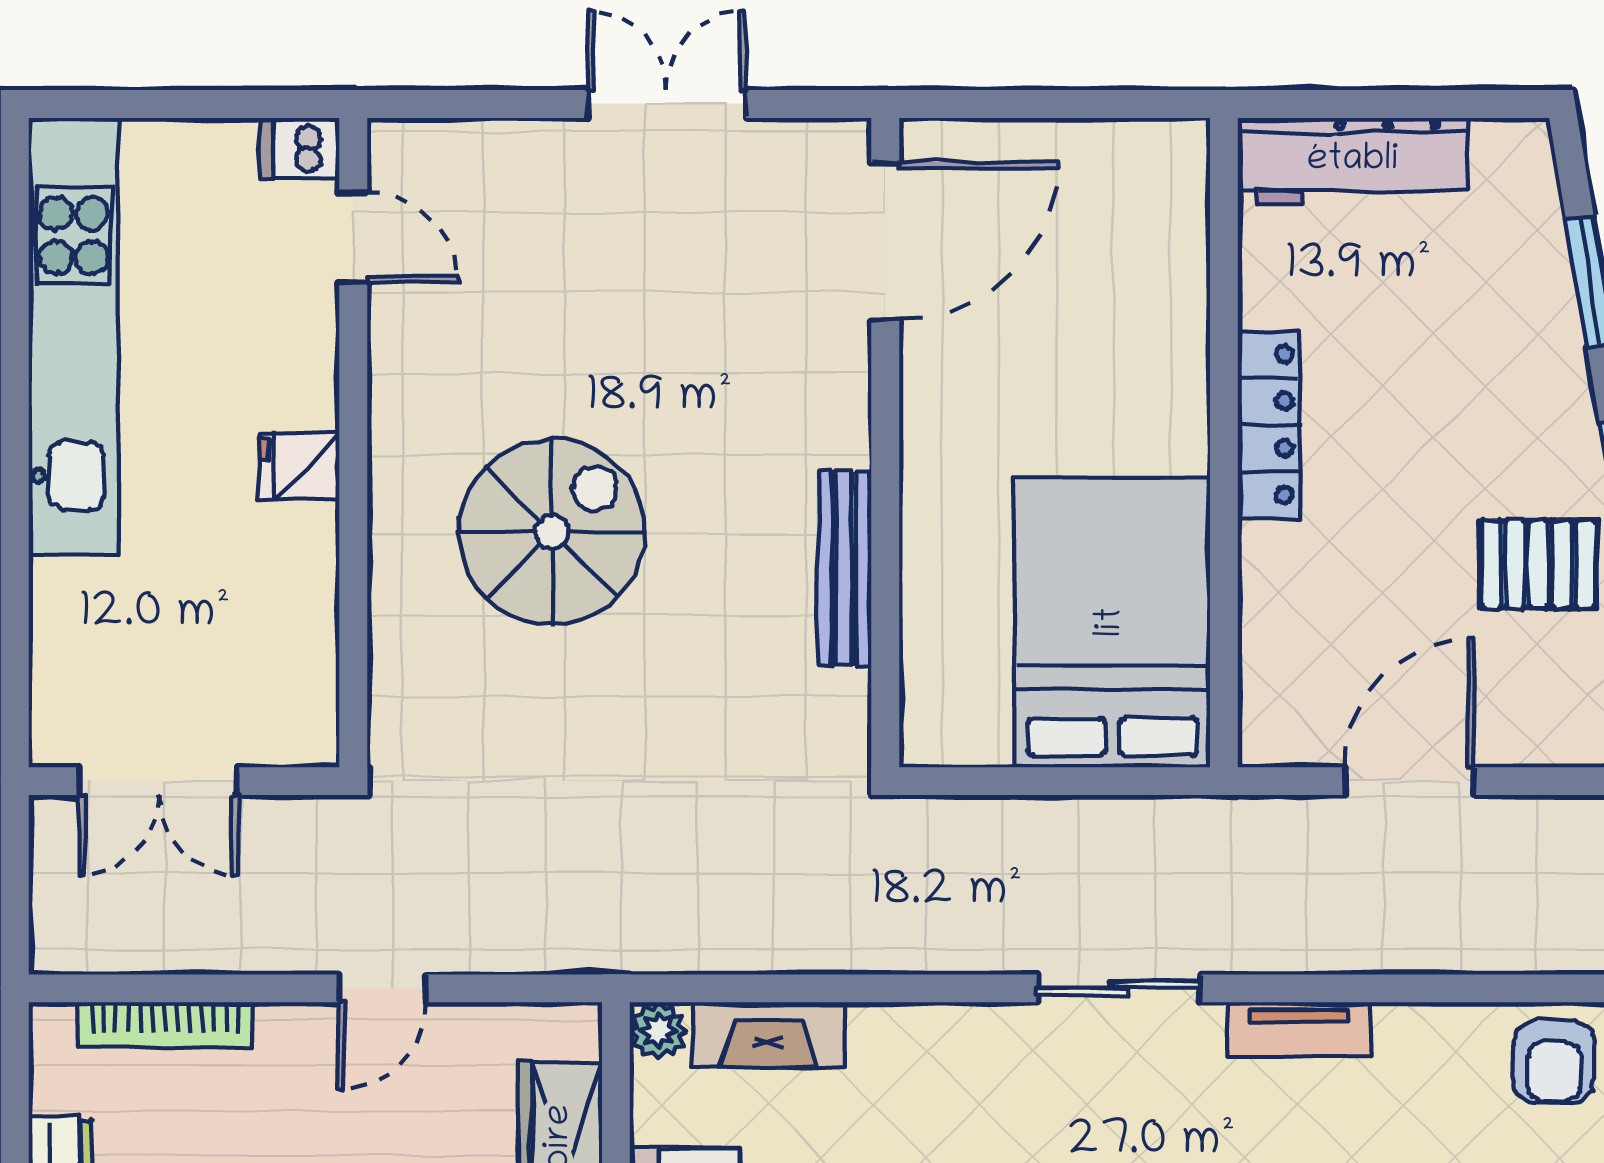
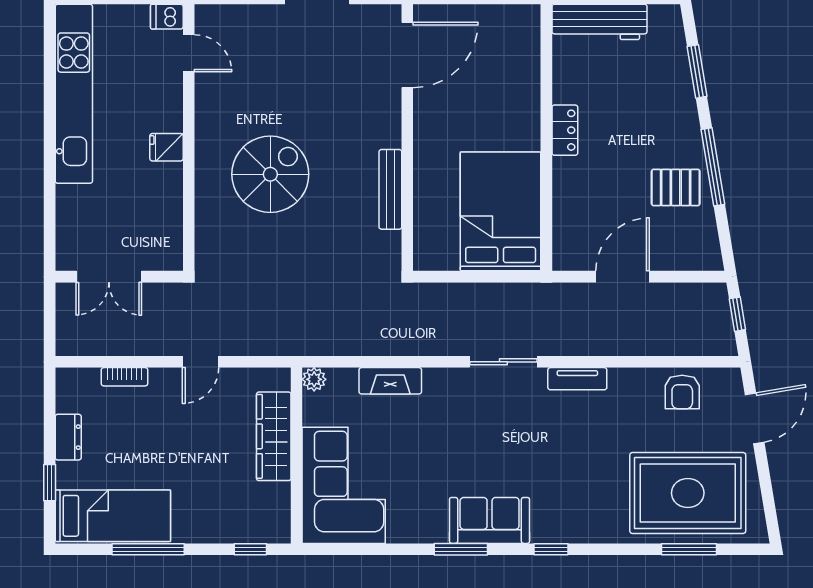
locker: (1269, 425) -> (565, 130), width x0.66
bookcase: (165, 1025) -> (124, 377), width x0.64
fireplace: (768, 1035) -> (390, 381), moved

